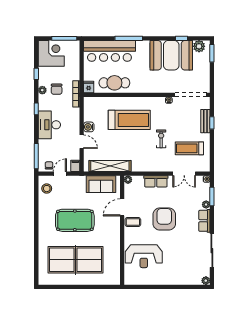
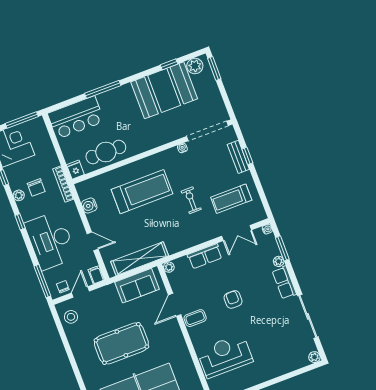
bar counter: (109, 51) -> (76, 118), width x0.73
desk: (49, 125) -> (51, 240), width x1.36, depth x1.30
water cooler: (89, 127) -> (89, 206), moved
armchair: (164, 219) -> (233, 299), width x0.53, depth x0.53
reception desk: (144, 256) -> (225, 356), turned 180

